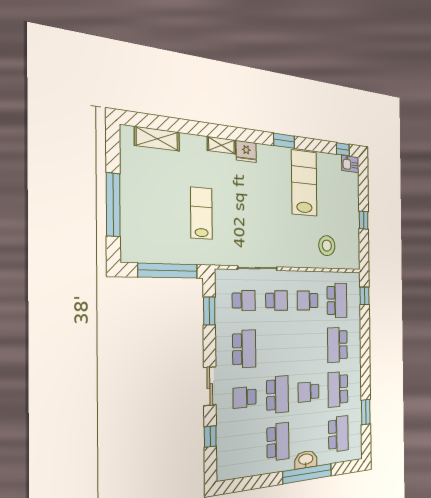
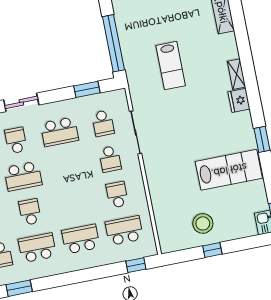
lab bench: (201, 213) -> (171, 66), turned 90
stool: (327, 246) -> (203, 223), moved
school desk: (337, 300) -> (124, 230), turned 180

